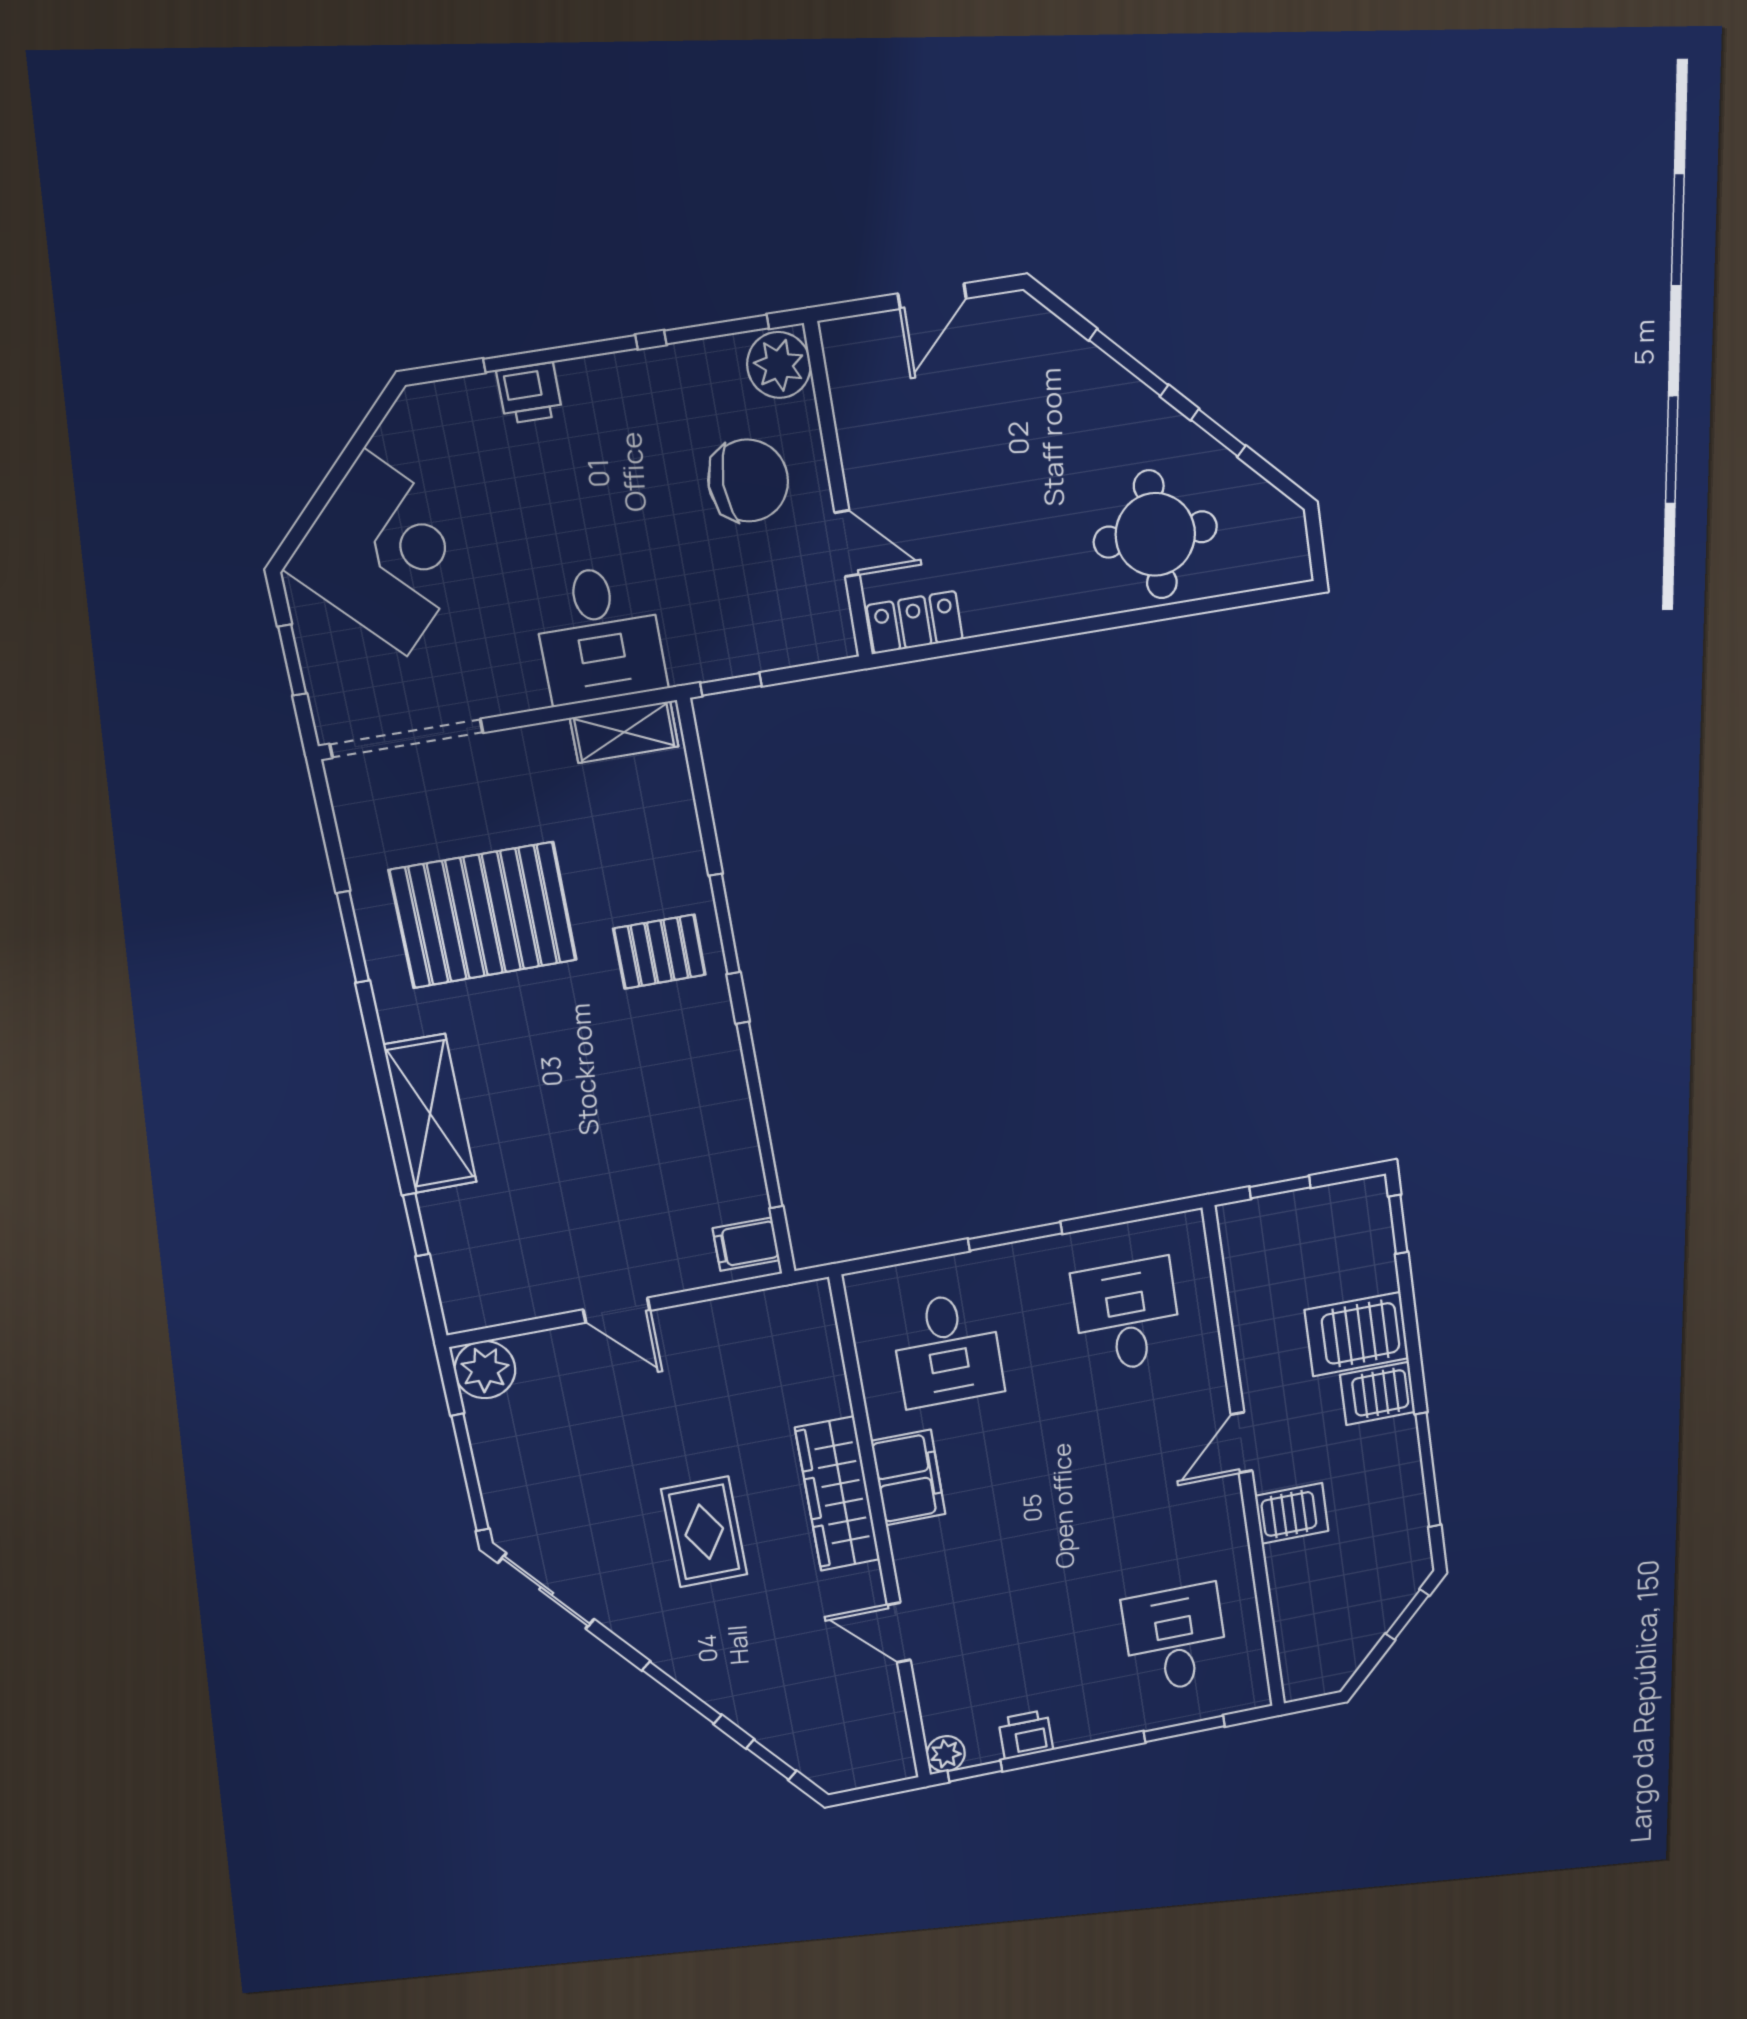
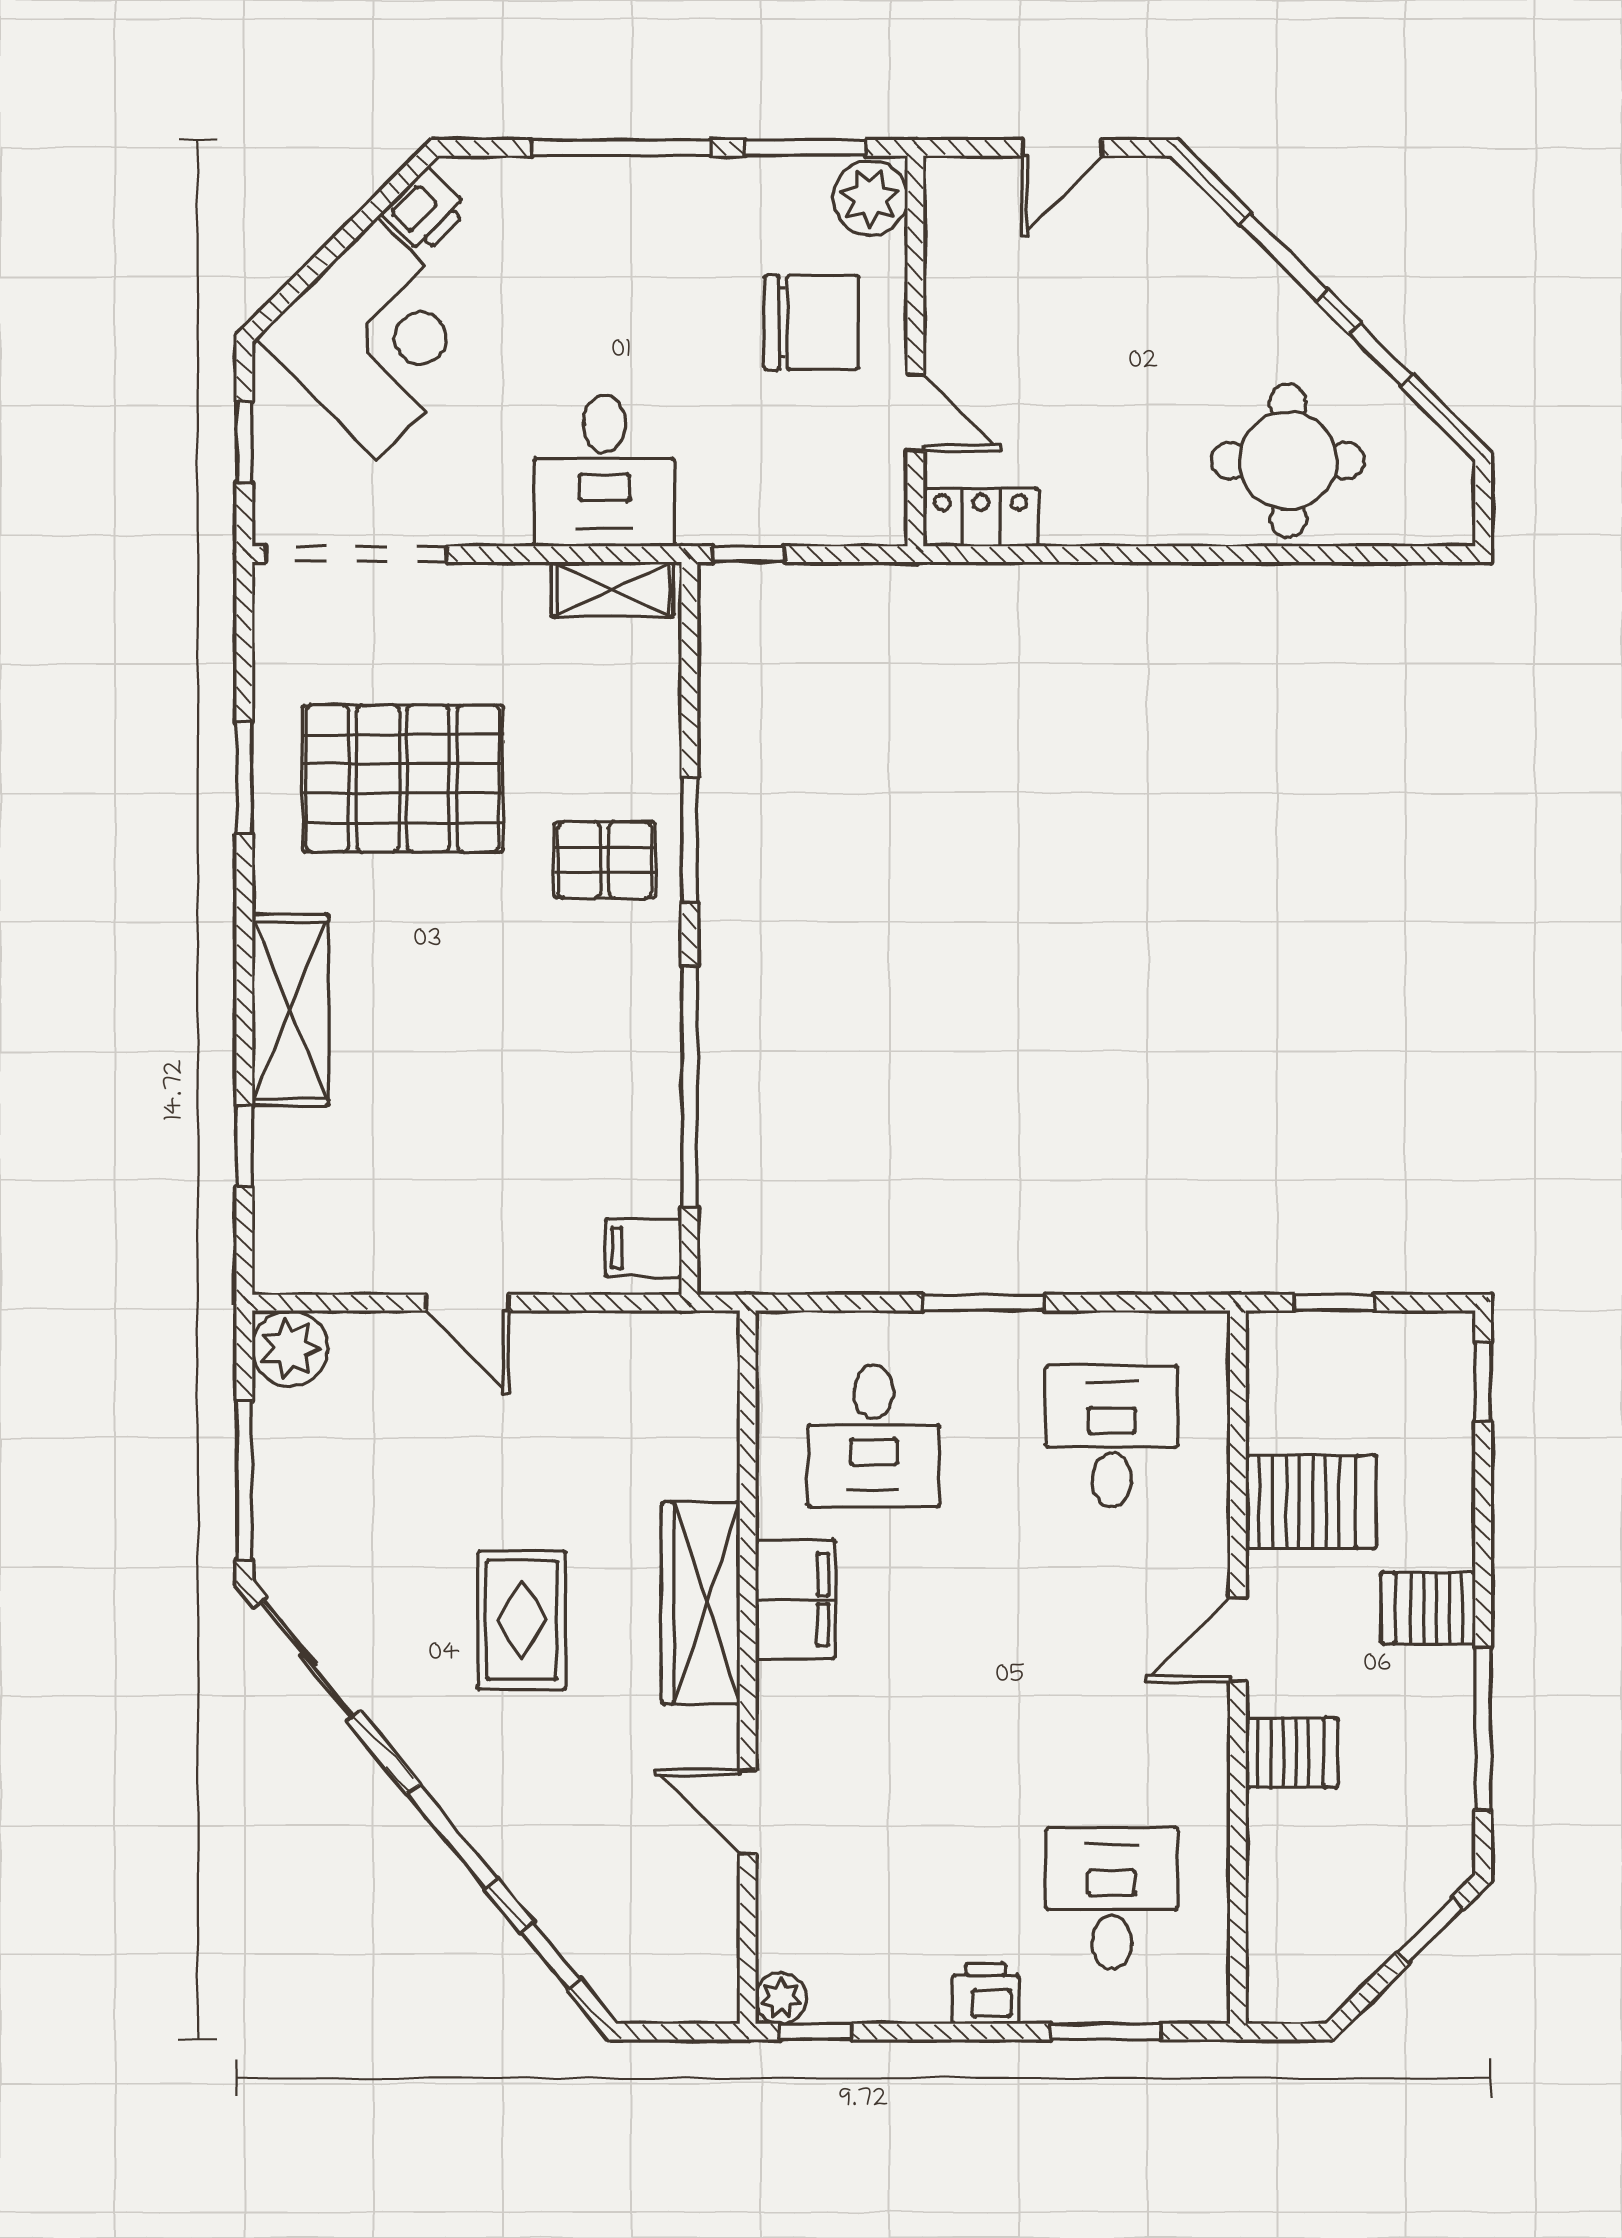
printer: (530, 393) -> (425, 211), moved, turned -45
server rack: (1357, 1334) -> (1311, 1502), moved, turned 180
printer: (1026, 1735) -> (986, 1994), moved

